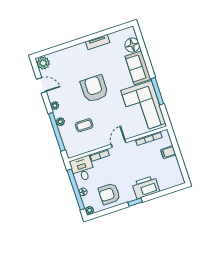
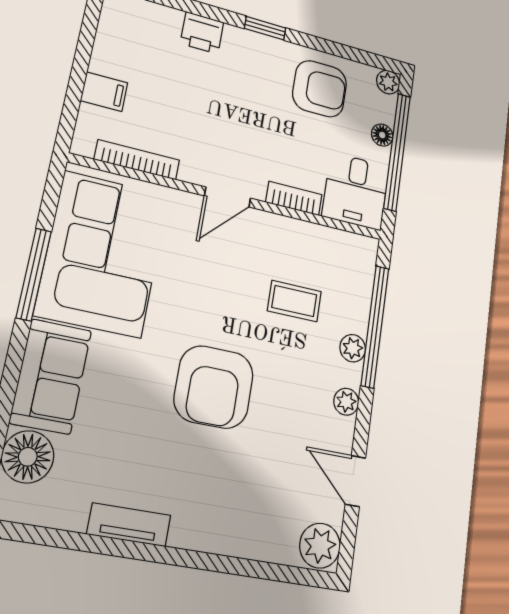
printer: (146, 187) -> (202, 33), width x0.53, depth x0.68

